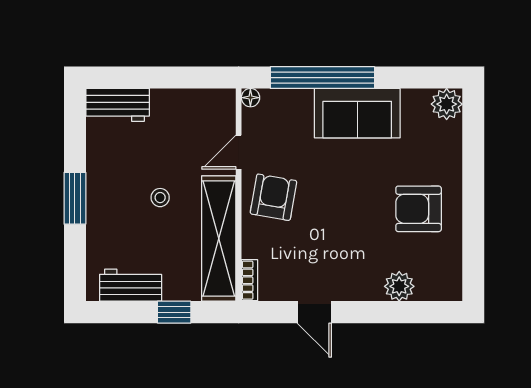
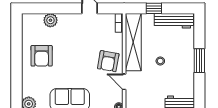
door: (239, 152) -> (124, 82), swing flipped
armchair: (419, 209) -> (42, 56), turned 90
workbench: (131, 285) -> (174, 21), width x1.38

